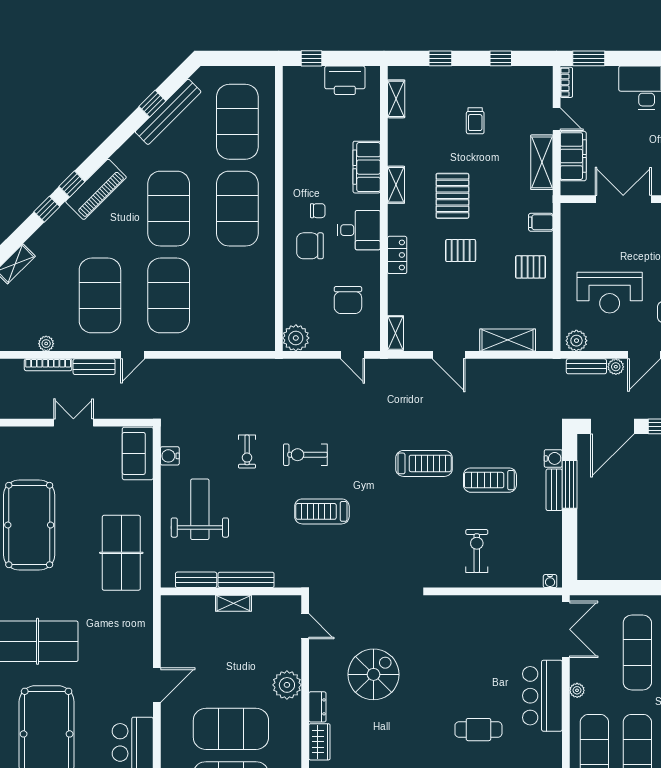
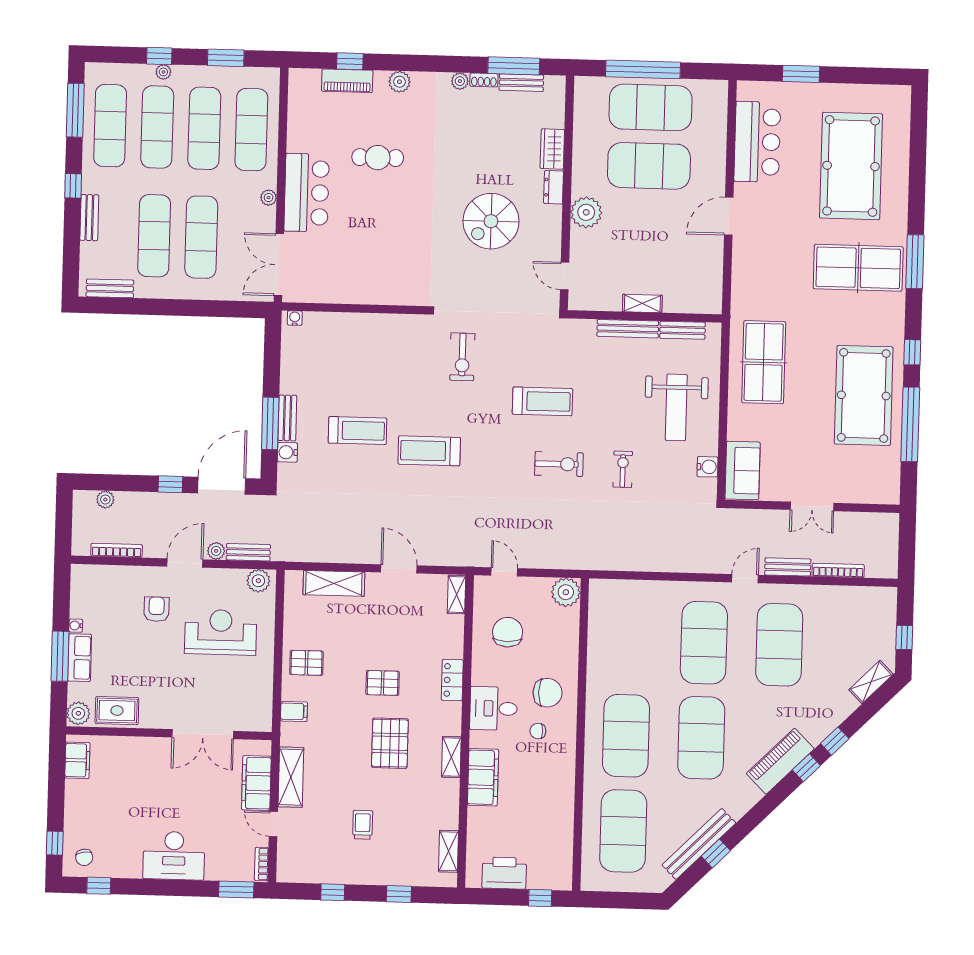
plant: (46, 344) -> (840, 594), removed
exercise bike: (477, 551) -> (462, 357), moved

